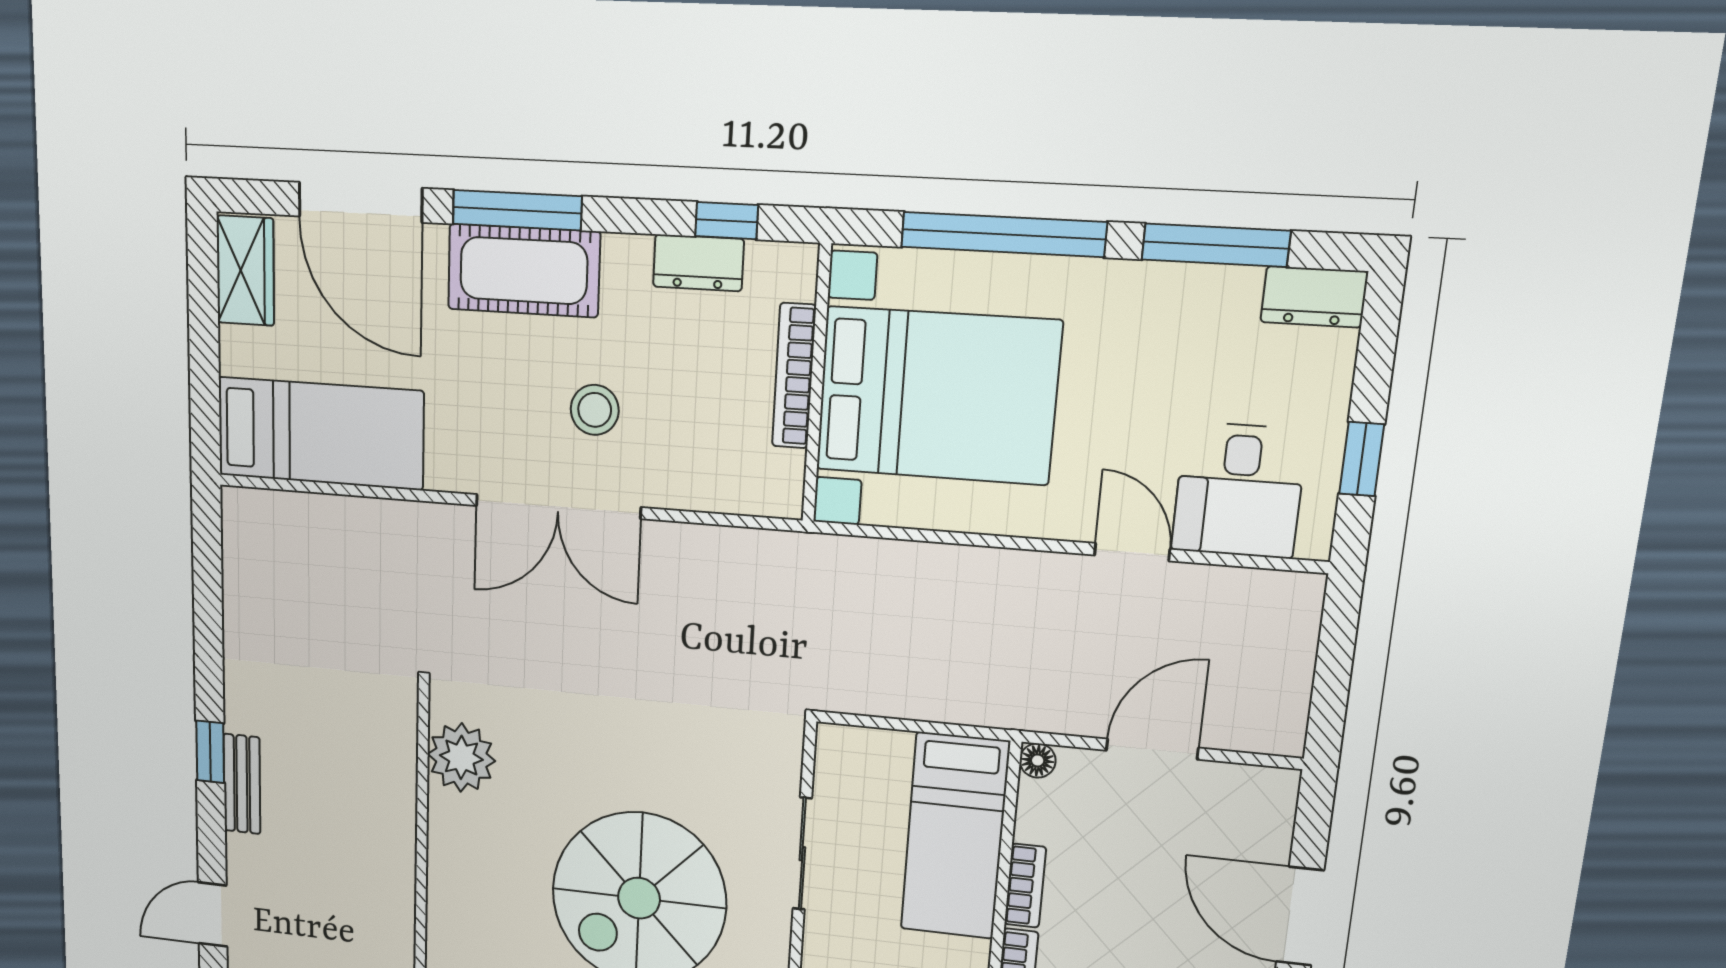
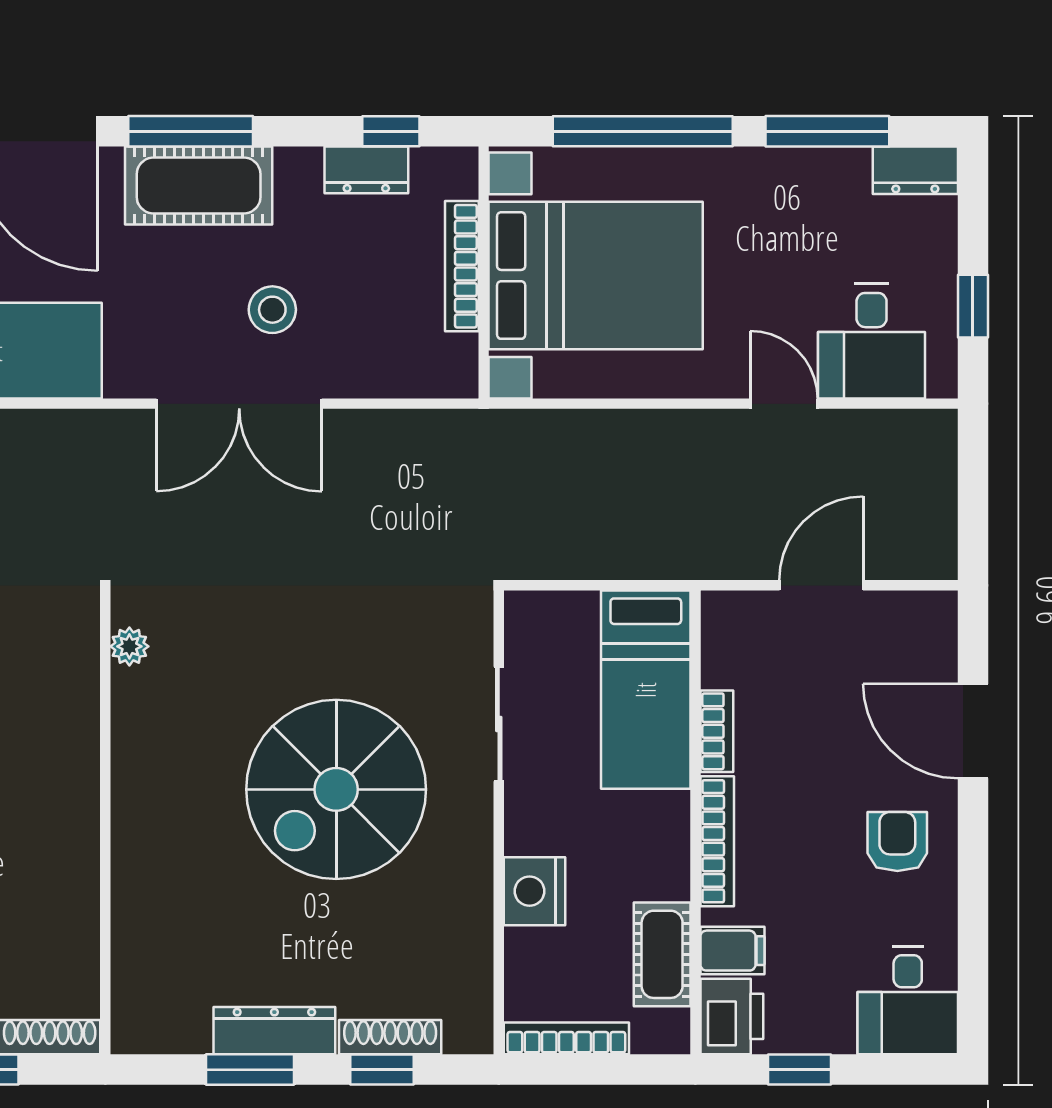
plant: (461, 757) -> (129, 646), width x0.53, depth x0.53
floor lamp: (1038, 761) -> (717, 607), removed

